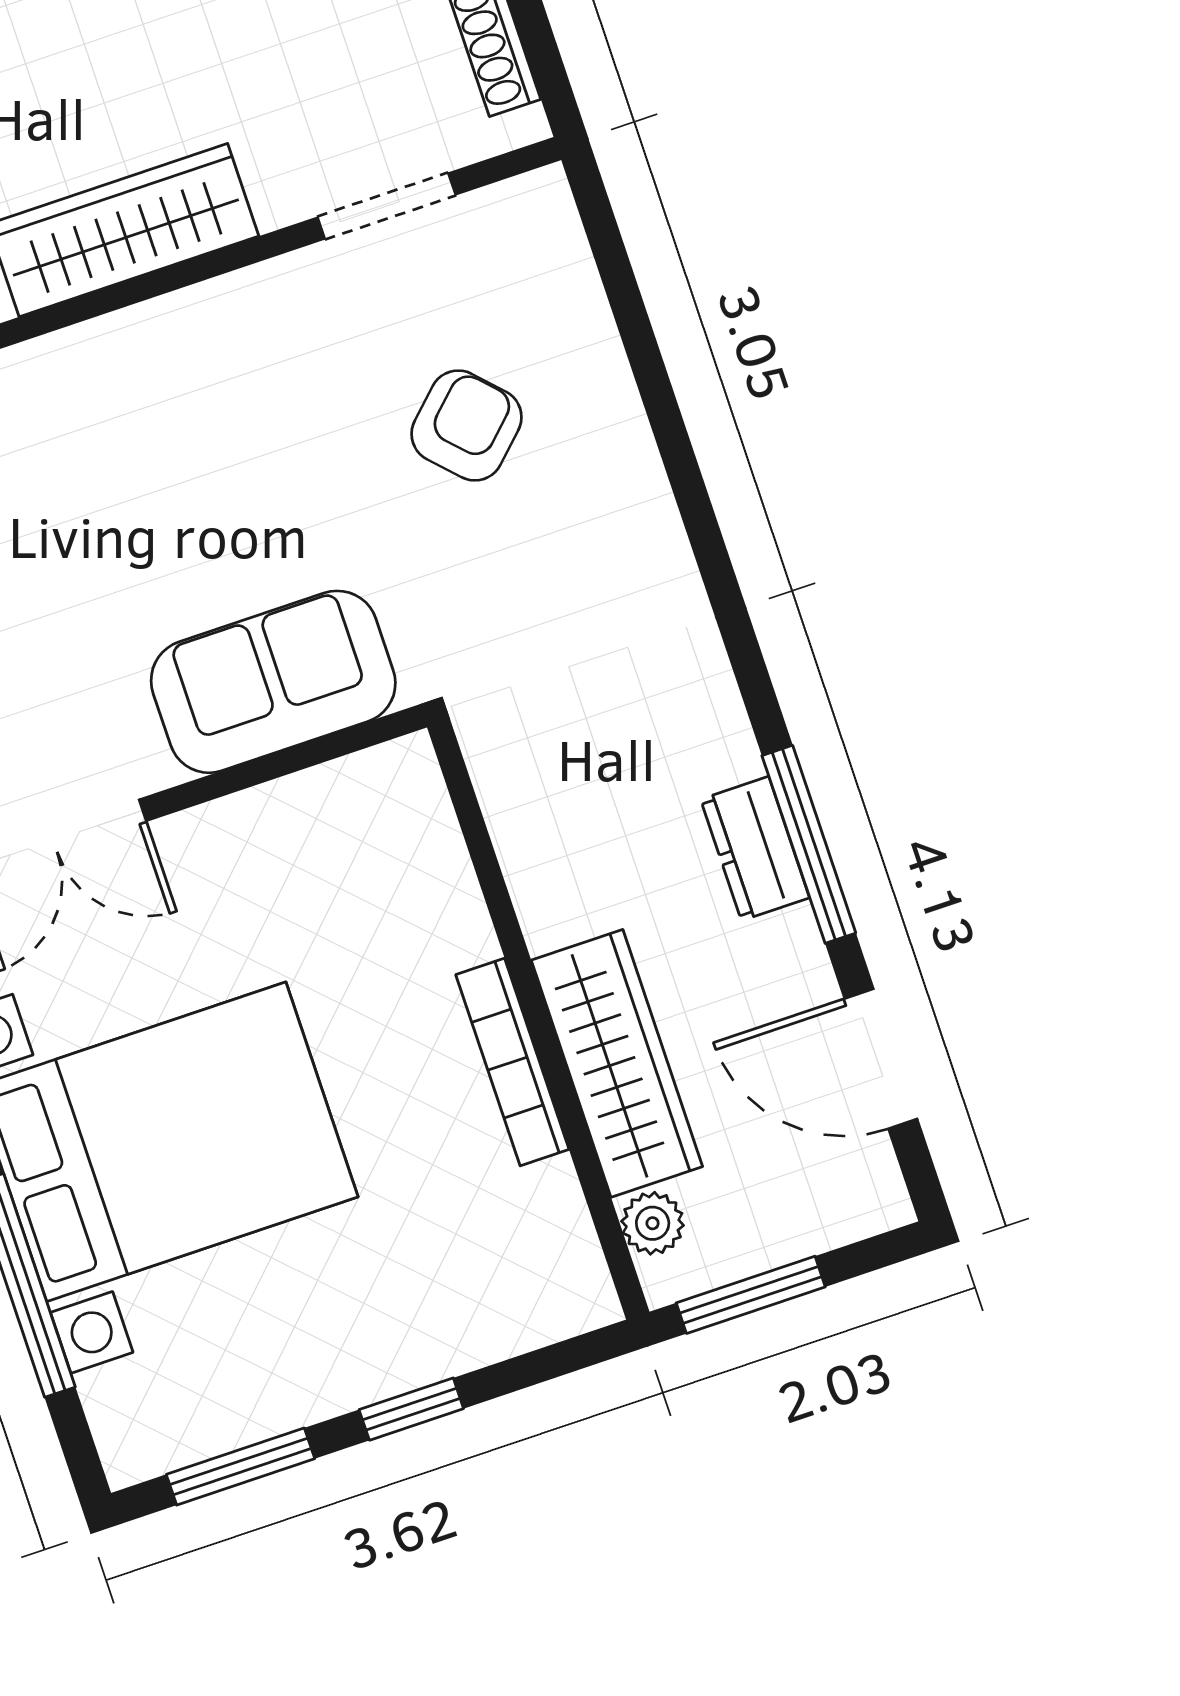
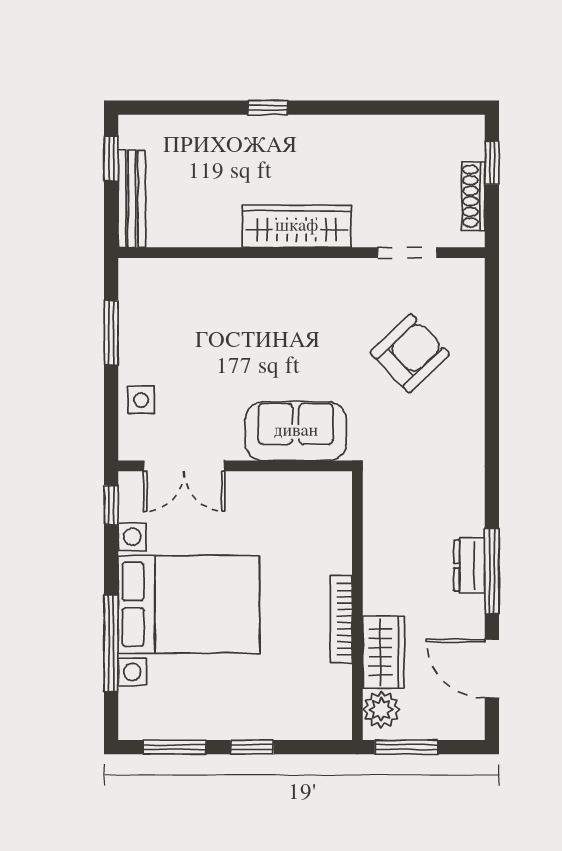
armchair: (467, 425) -> (410, 353), width x1.38, depth x1.38
wardrobe: (617, 1063) -> (384, 652), width x0.67
plant: (653, 1223) -> (381, 709), width x1.38, depth x1.38

